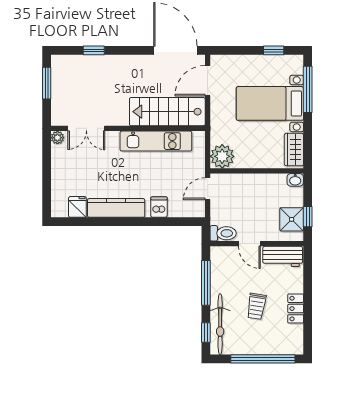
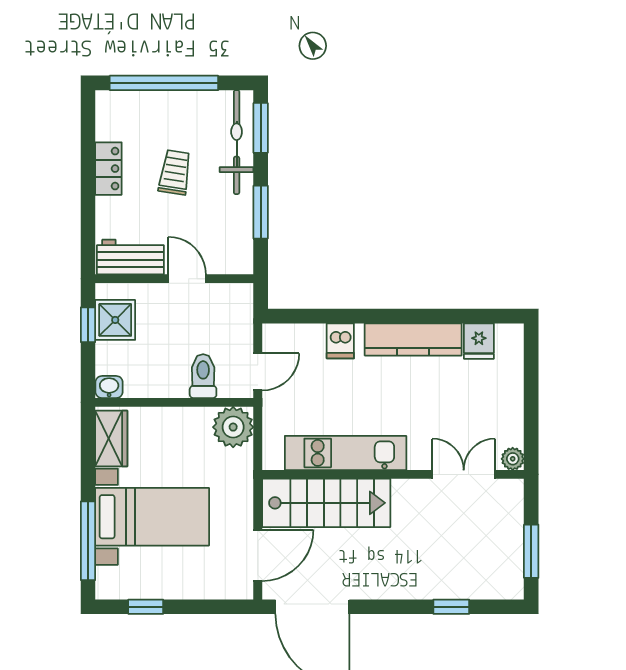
toilet: (223, 233) -> (203, 376), moved, turned 90
window: (206, 283) -> (261, 212), width x0.69
window: (206, 332) -> (261, 128), width x1.50

